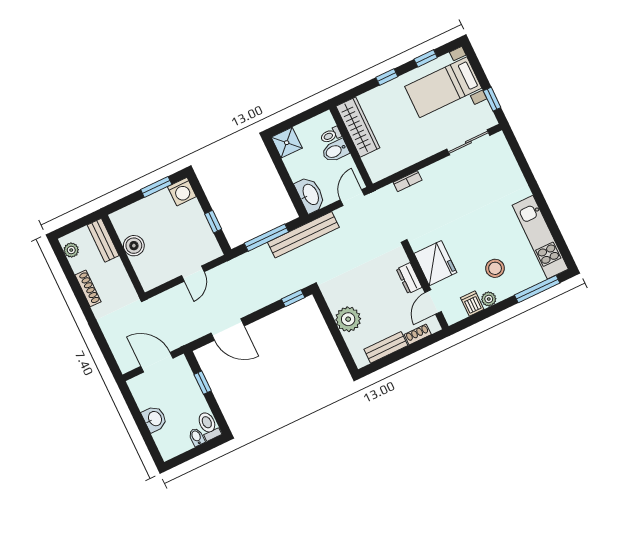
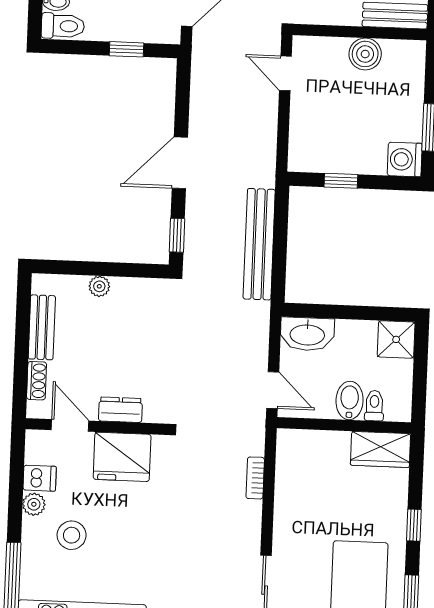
wardrobe: (358, 127) -> (380, 449), width x0.67
bench: (303, 235) -> (259, 244), moved
window: (266, 238) -> (280, 243), removed
door: (193, 274) -> (285, 73), moved
plant: (348, 319) -> (99, 286), width x0.53, depth x0.53
door: (228, 330) -> (180, 163), moved

